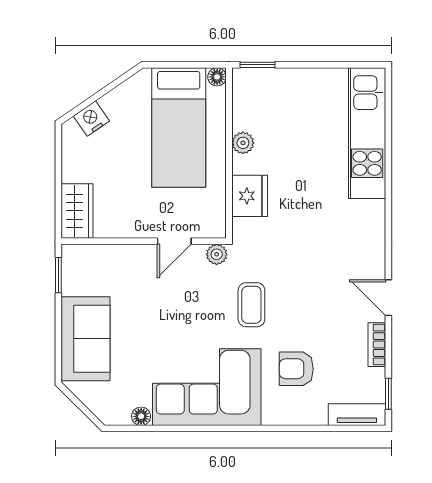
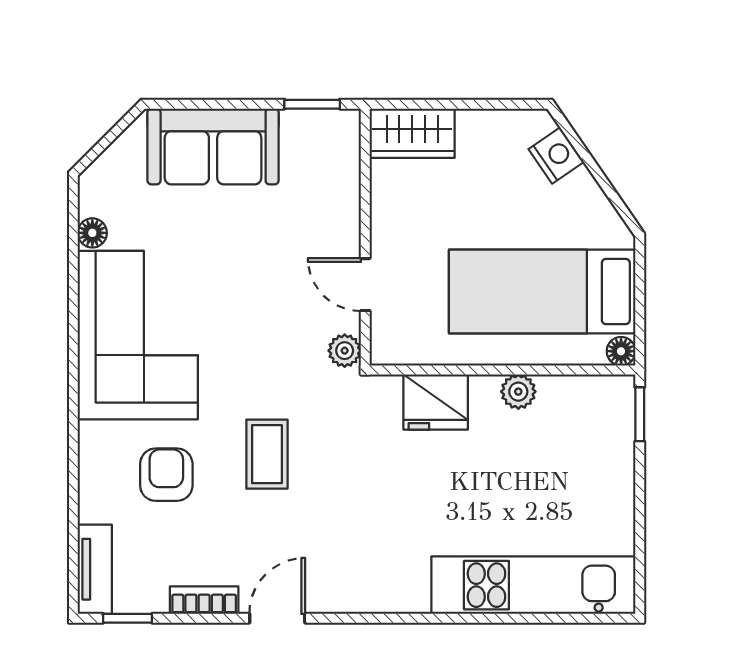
coffee table: (251, 305) -> (267, 454), moved, turned 90

